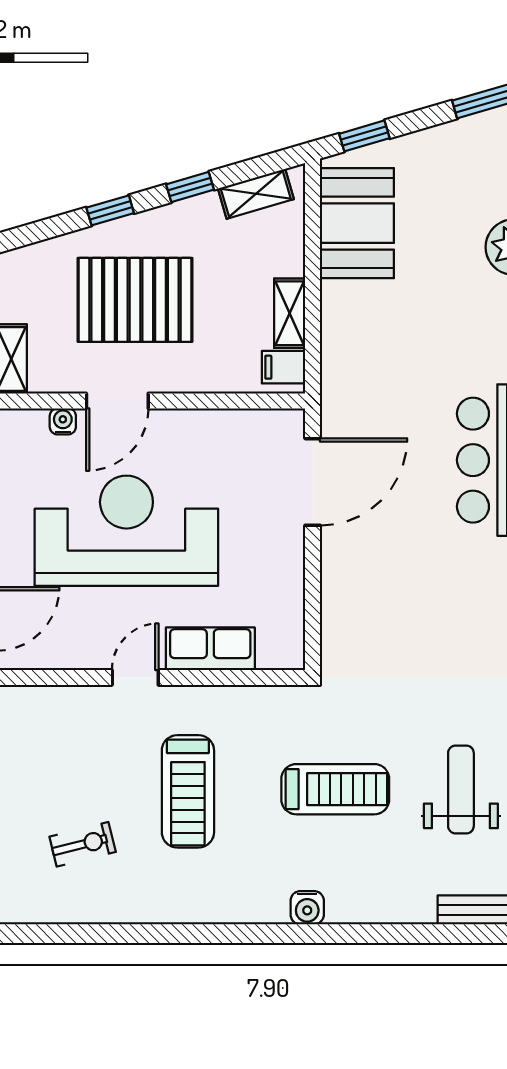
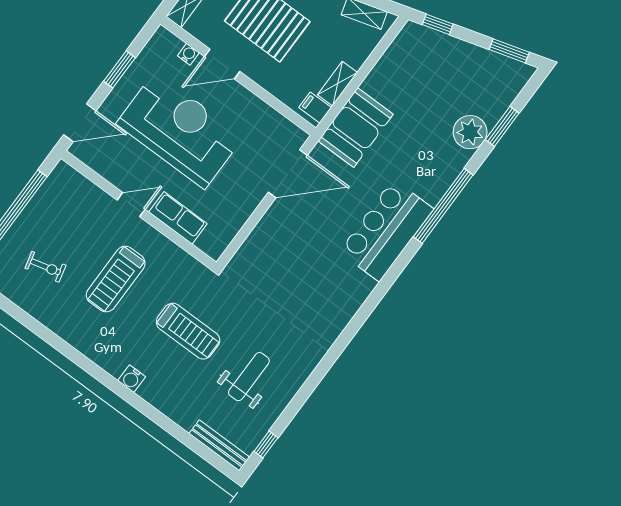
booth: (357, 223) -> (356, 128), moved

